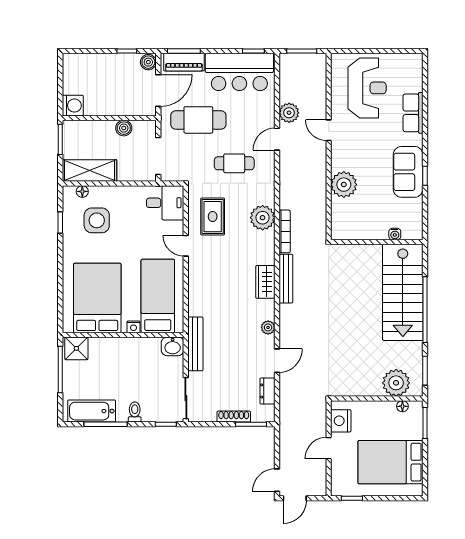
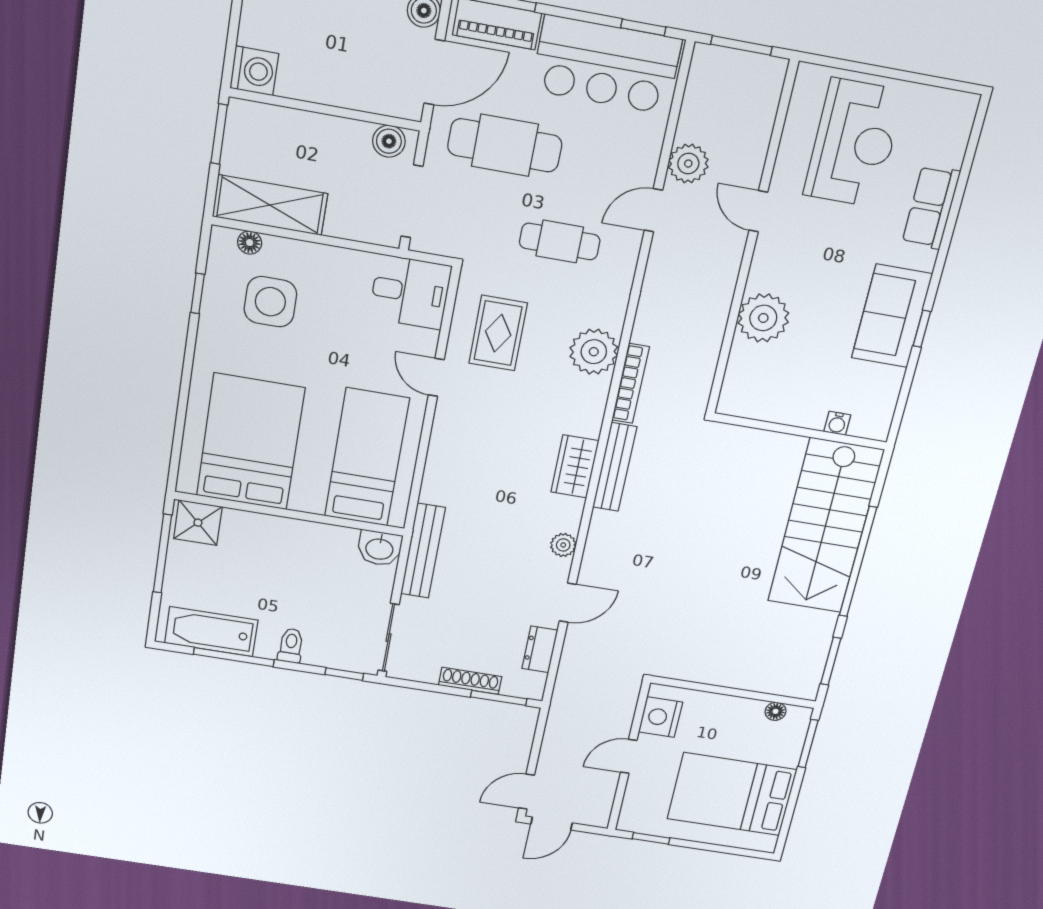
boiler: (124, 128) -> (389, 141), moved
nightstand: (134, 327) -> (312, 503), removed
plant: (396, 383) -> (774, 673), removed

